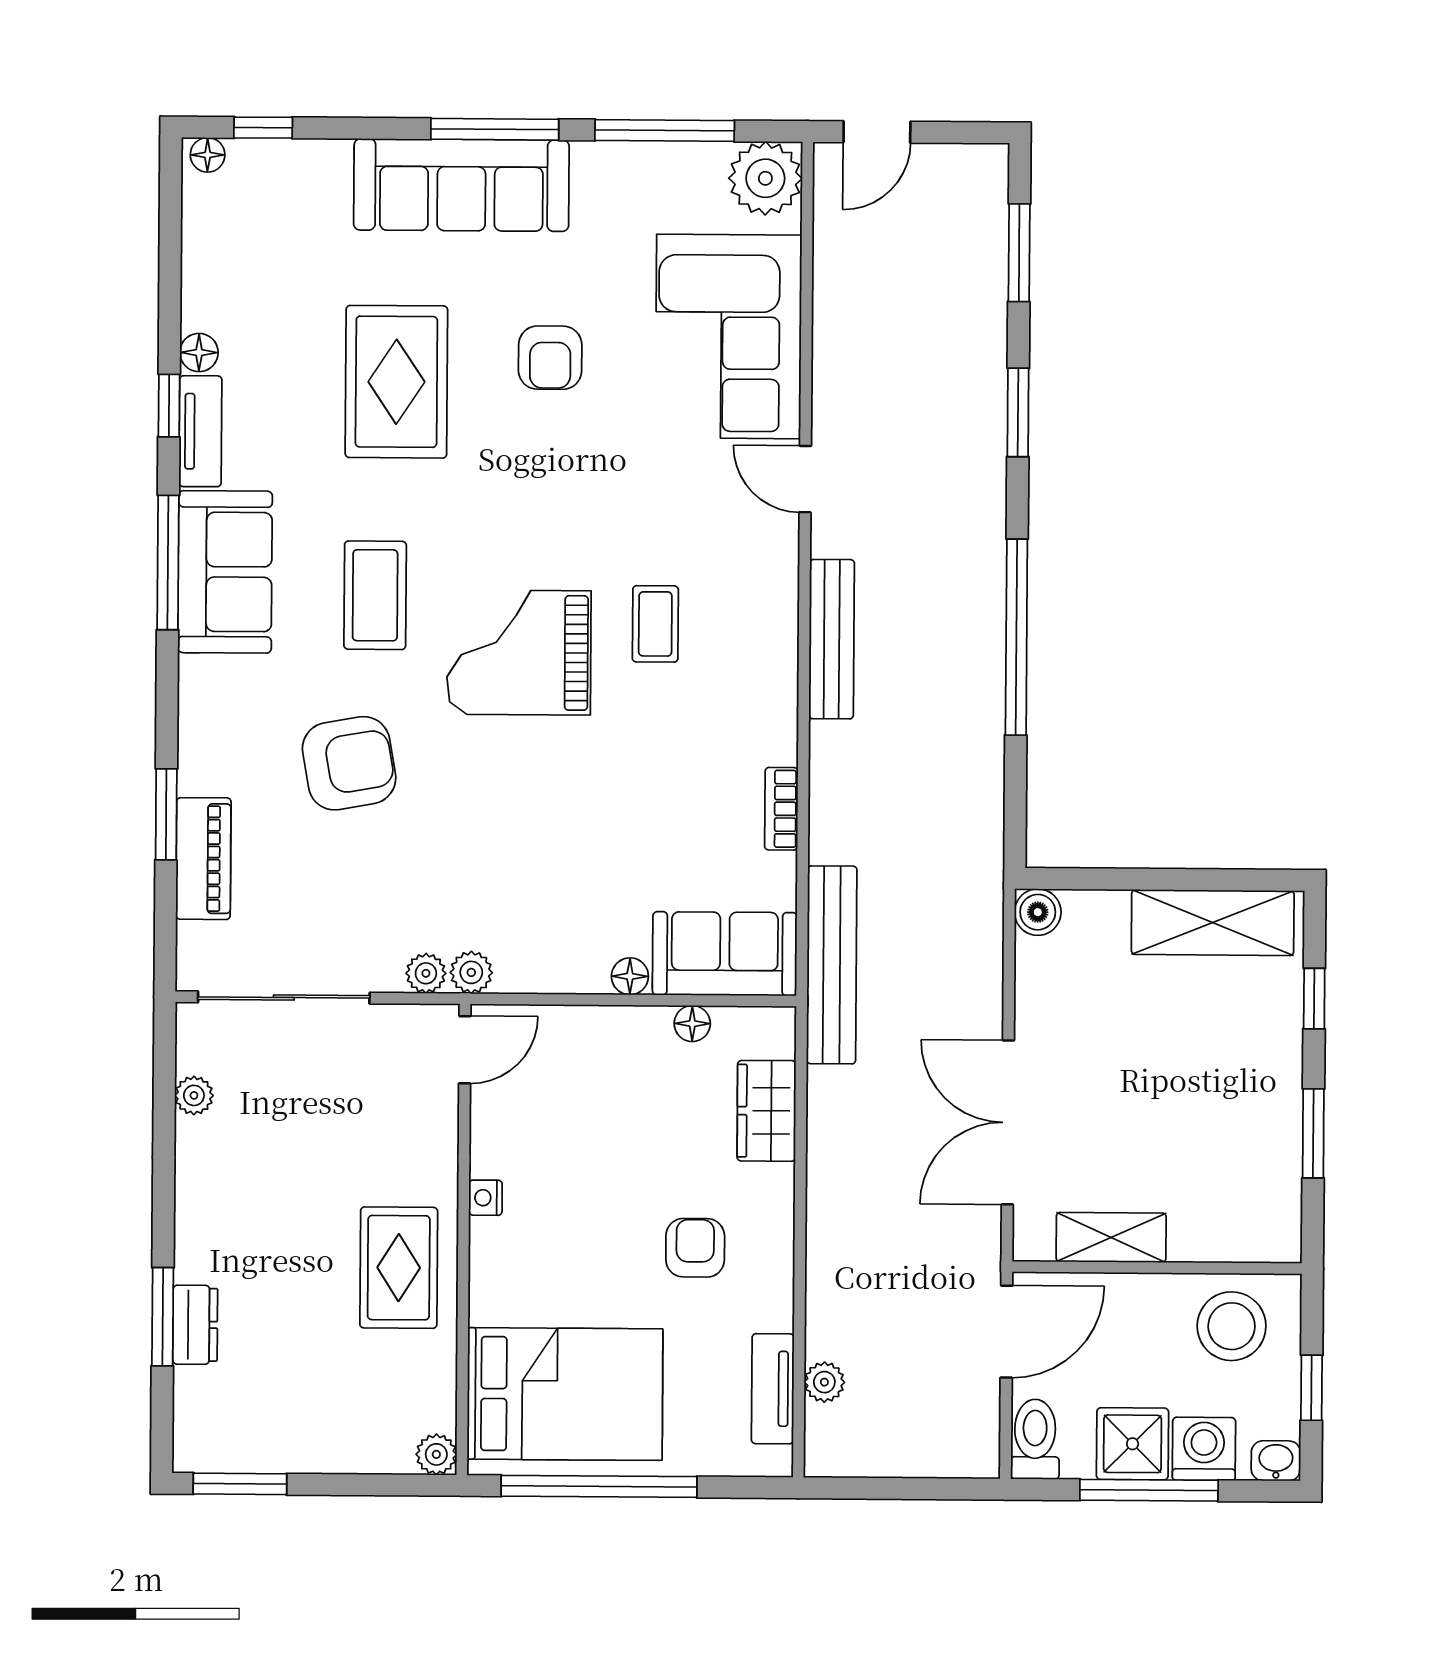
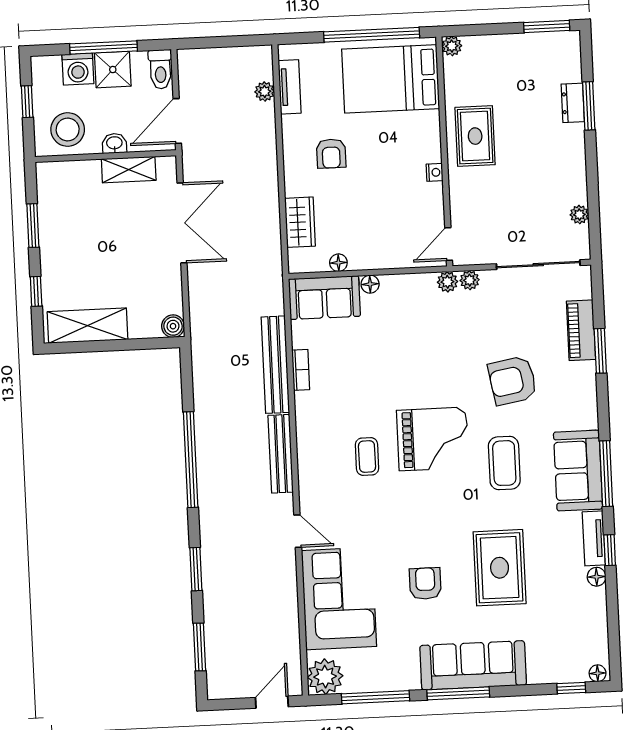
bench: (832, 965) -> (275, 365), moved
washbasin: (1276, 1461) -> (114, 143), moved, turned 180

